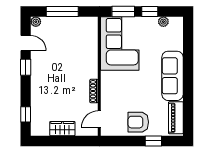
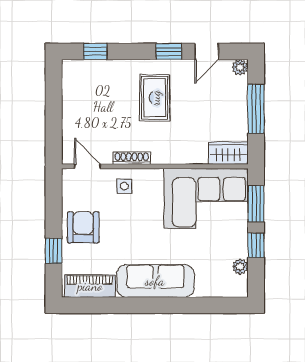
rug: (55, 76) -> (155, 98), added
side table: (112, 96) -> (124, 186), added
wardrobe: (62, 129) -> (228, 153), moved, turned -90

